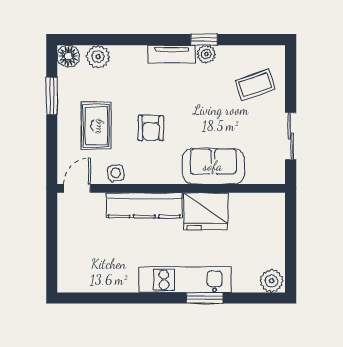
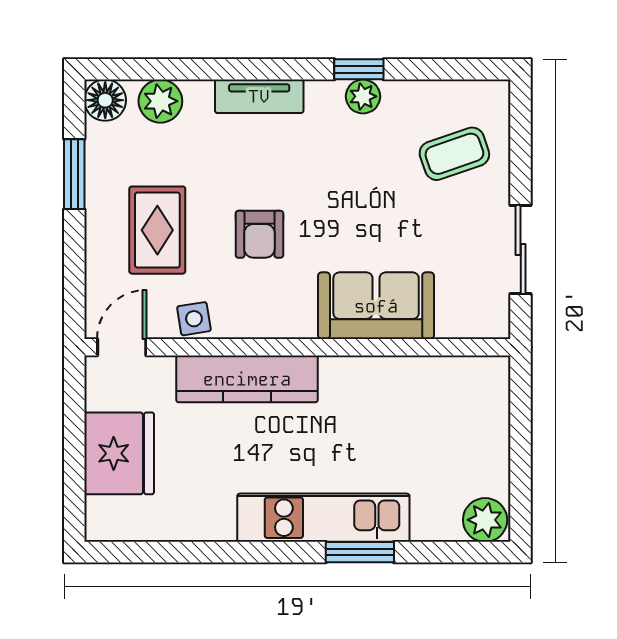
tv unit: (172, 54) -> (259, 96), moved
fridge: (206, 211) -> (119, 453), moved, turned -90

